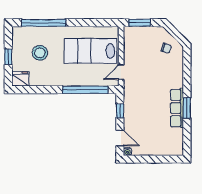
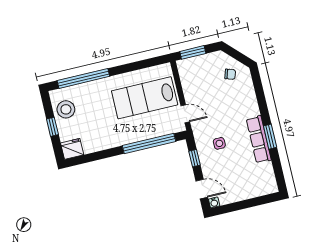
stool: (40, 53) -> (66, 109), moved
door: (121, 72) -> (185, 114), swing flipped
side table: (144, 104) -> (219, 143), added

